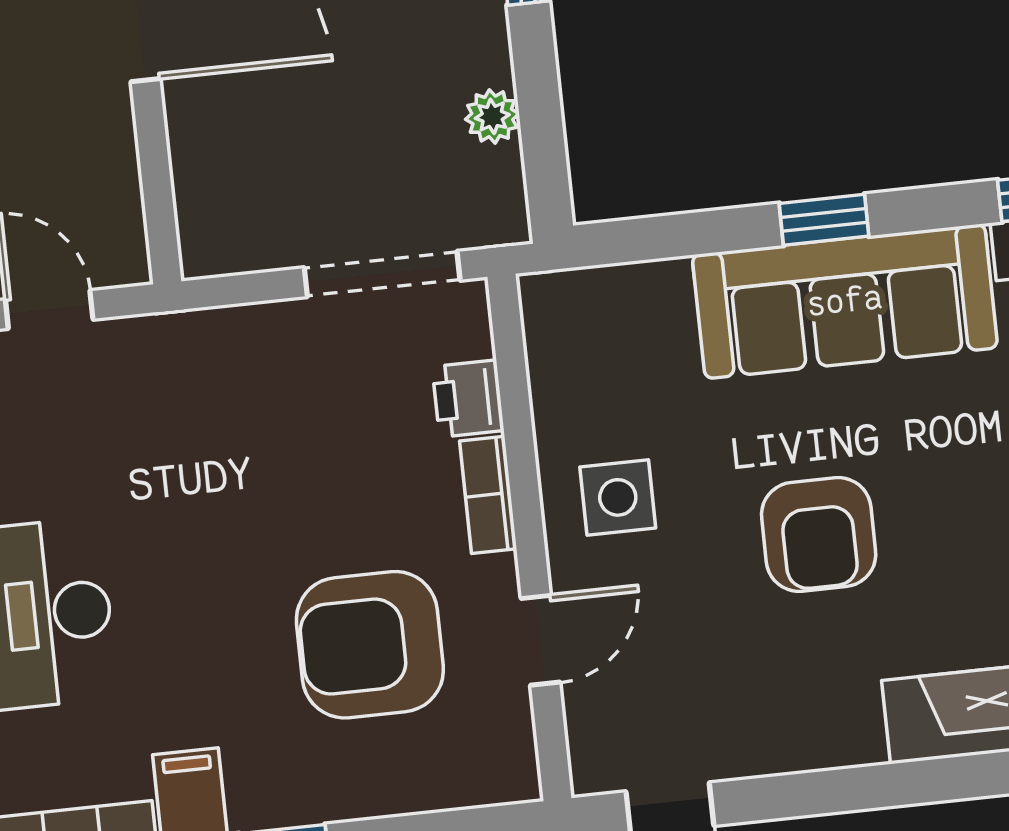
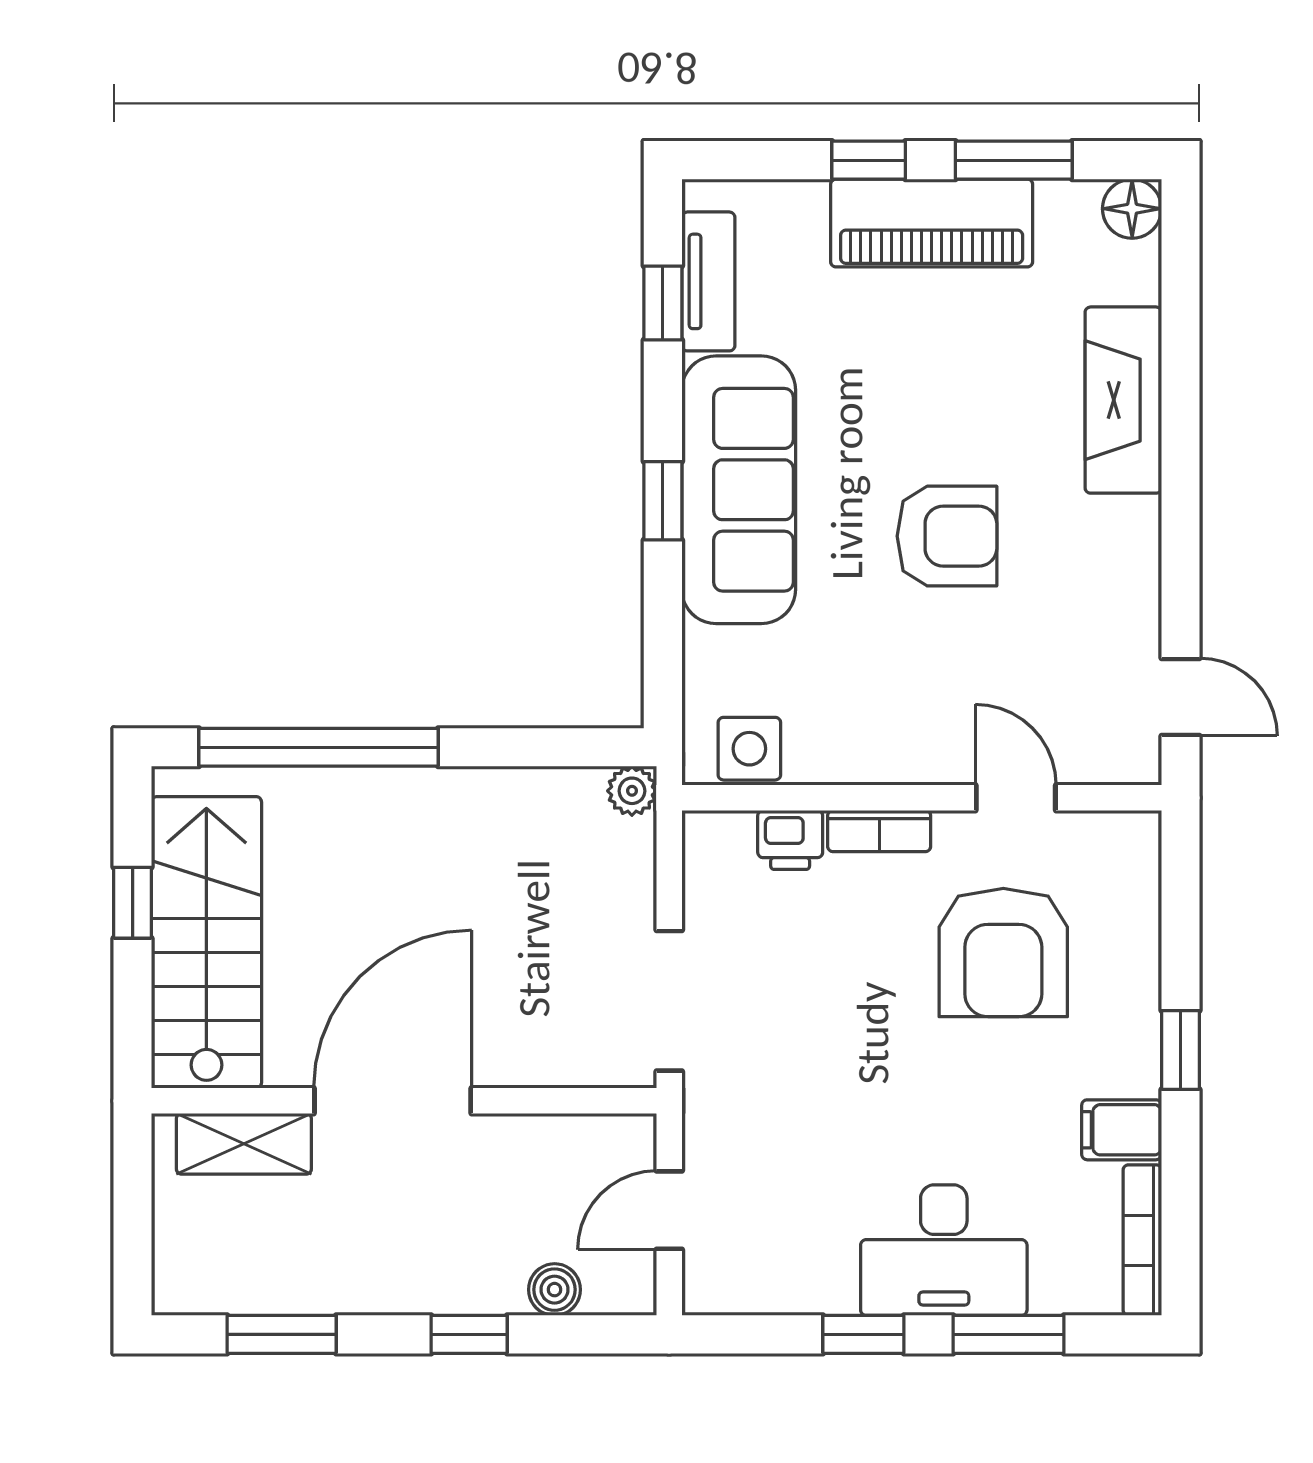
plant: (492, 116) -> (632, 791), moved
doorway: (382, 274) -> (669, 1001), moved
side table: (618, 497) -> (749, 749), moved

